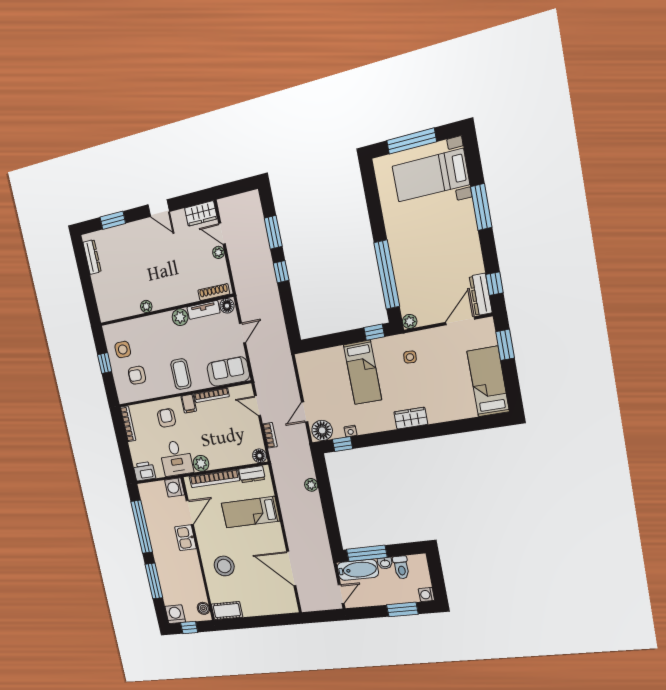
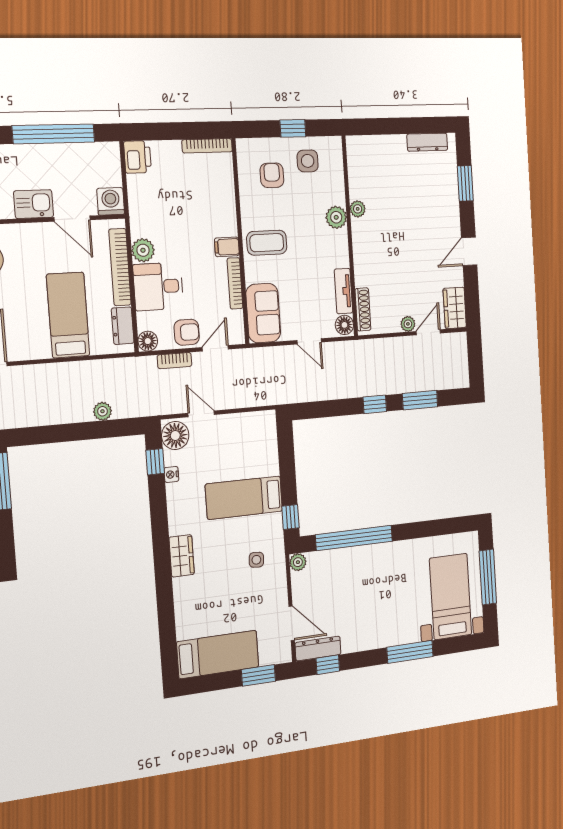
plant: (180, 317) -> (336, 217), moved
armchair: (166, 418) -> (187, 332), moved
desk: (176, 458) -> (158, 287), moved

